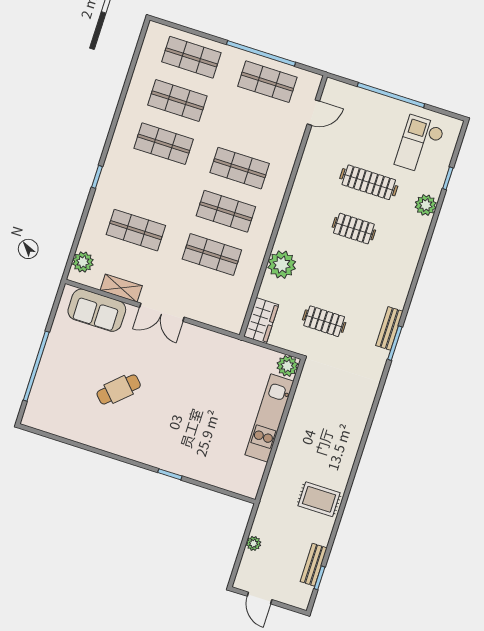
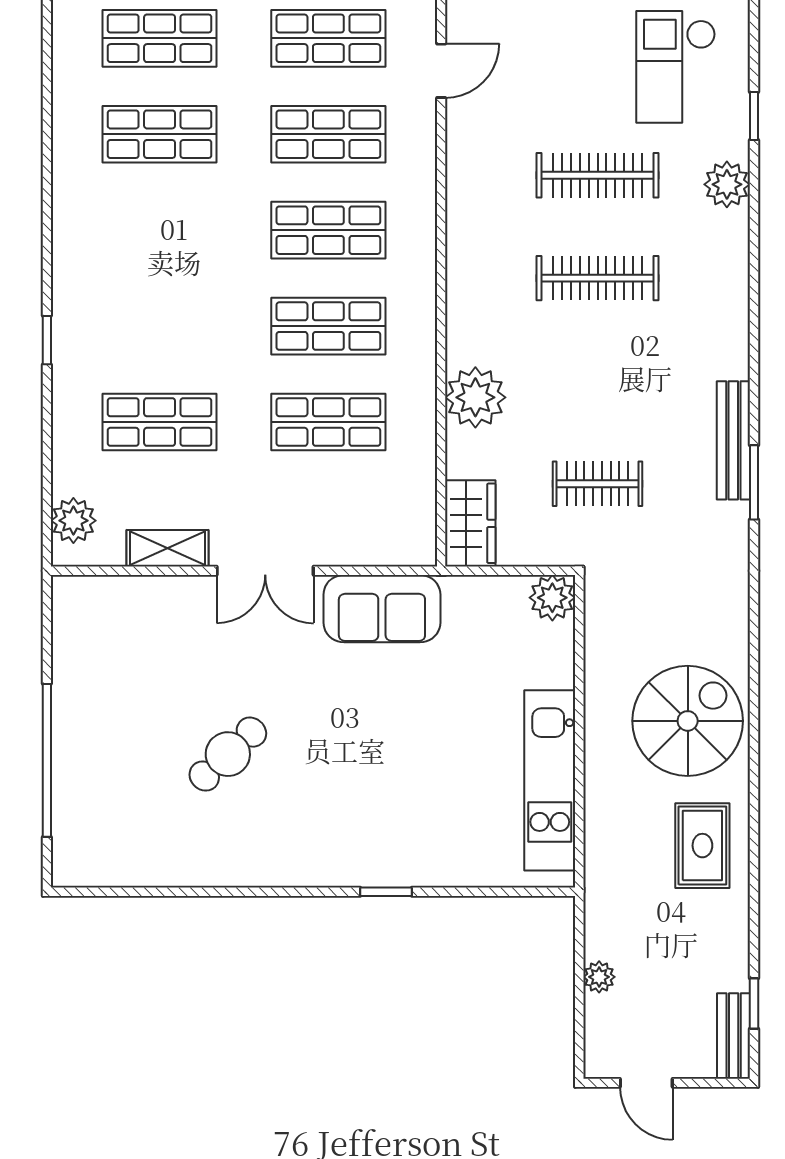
shop shelf: (164, 144) -> (328, 134), moved
clothes rail: (354, 229) -> (598, 278), width x1.36
sofa: (97, 310) -> (382, 609), moved
bench: (389, 328) -> (733, 440), width x1.36
kitchen unit: (269, 418) -> (550, 780), moved
spiral stairs: (330, 441) -> (688, 721), added
rug: (319, 499) -> (702, 846), turned 90
bench: (314, 565) -> (734, 1036), moved

